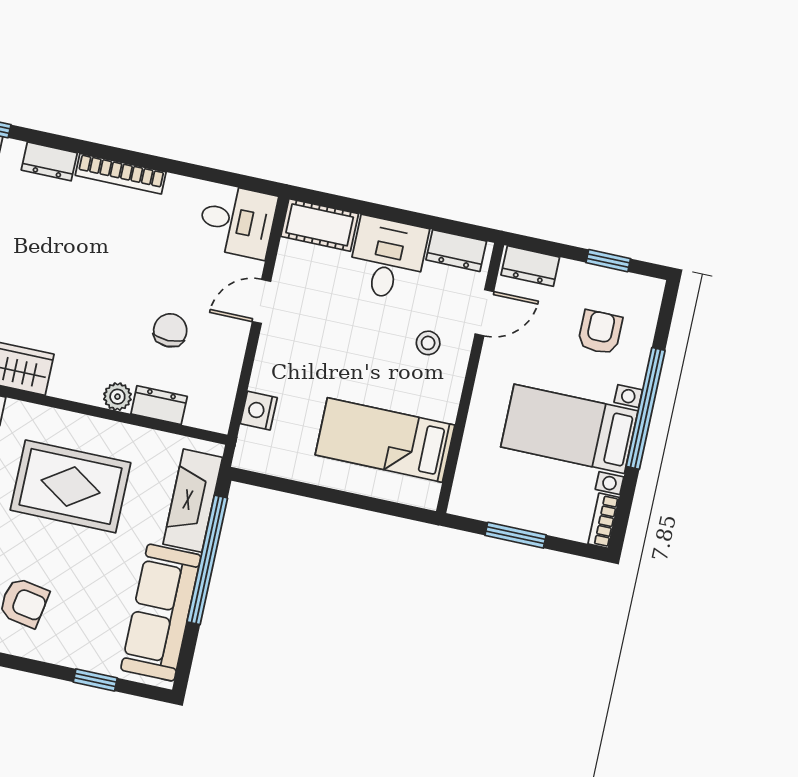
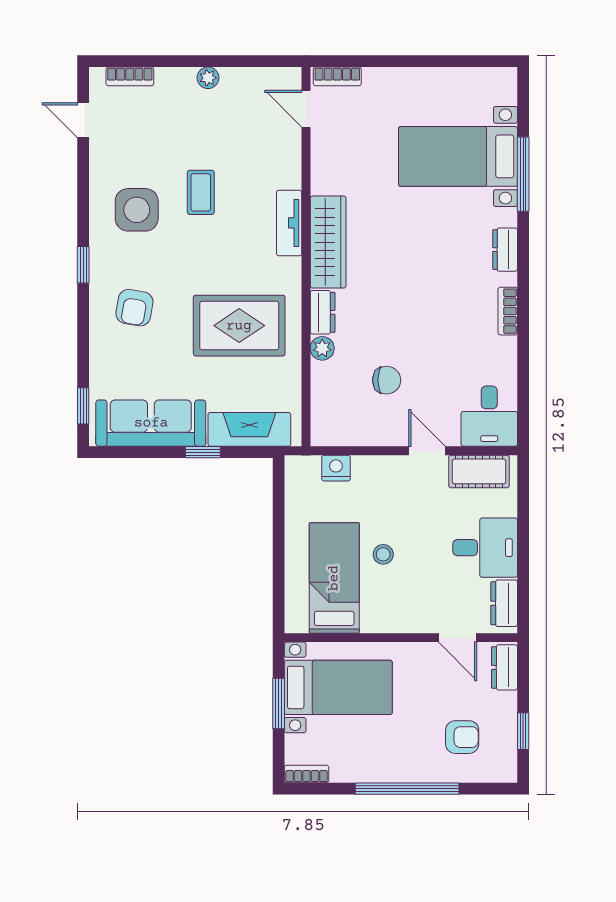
bookcase: (121, 174) -> (508, 311), width x0.64
cot: (320, 225) -> (479, 471), moved, turned 90
stool: (428, 343) -> (383, 554), moved
dresser: (159, 405) -> (323, 312), moved
bed with nightstands: (569, 429) -> (338, 687), moved, turned 90
rug: (71, 486) -> (239, 326), turned 90
window: (207, 560) -> (203, 452), width x0.32
window: (95, 680) -> (83, 406), moved

